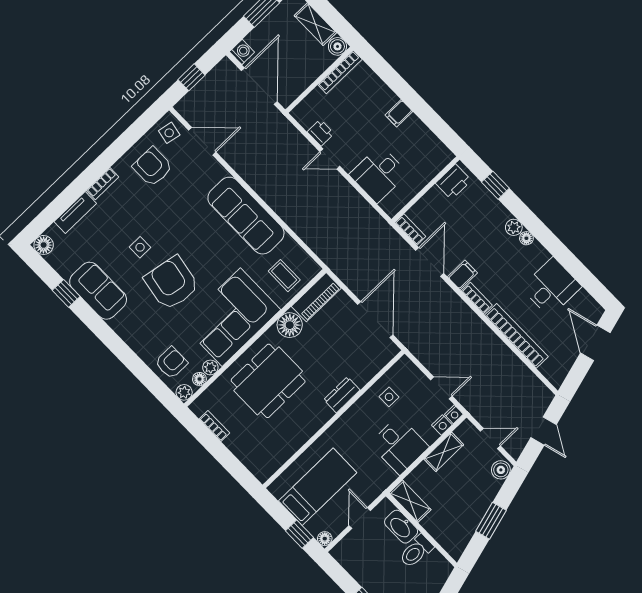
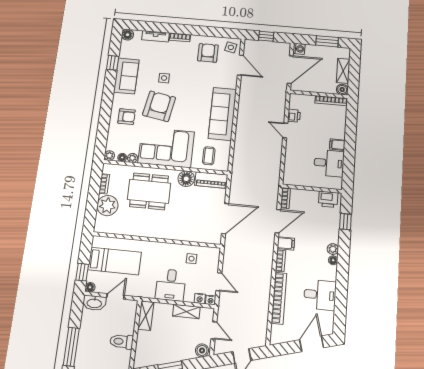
desk: (379, 174) -> (329, 163), moved, turned 180
armchair: (171, 363) -> (127, 117), moved
dresser: (342, 395) -> (173, 234), removed
plant: (244, 443) -> (107, 206), added
washbasin: (401, 527) -> (94, 303), moved, turned -90

